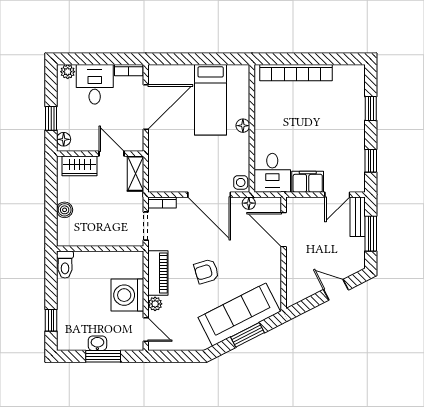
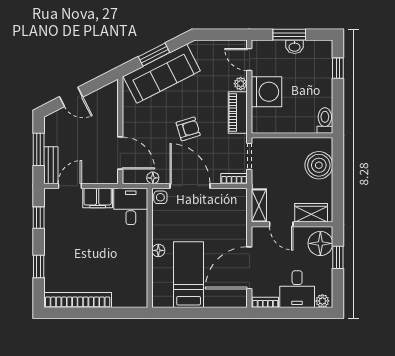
bookcase: (296, 73) -> (78, 300), moved
floor lamp: (64, 139) -> (320, 243), width x1.89, depth x1.89
boiler: (65, 210) -> (319, 165), width x1.86, depth x1.86
armchair: (206, 271) -> (188, 129), moved

